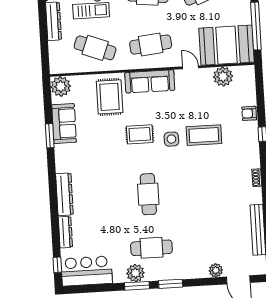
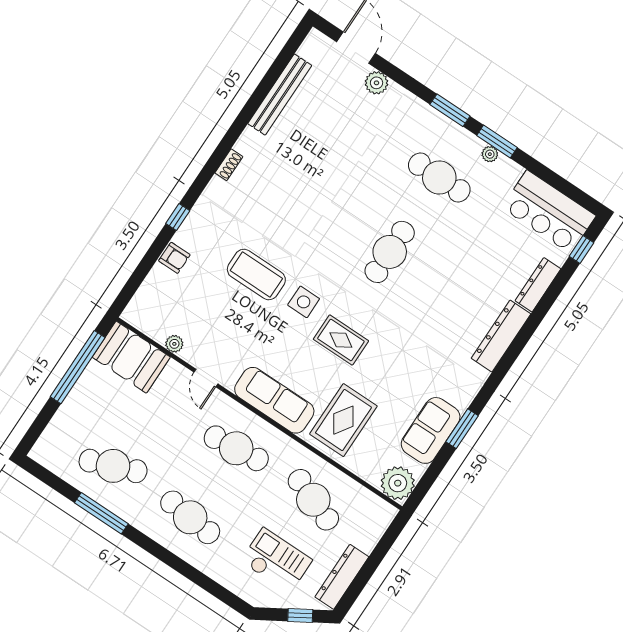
booth: (227, 45) -> (131, 357), width x0.73, depth x0.70
plant: (223, 77) -> (174, 344), width x0.53, depth x0.53
plant: (135, 273) -> (490, 154), width x0.53, depth x0.53

